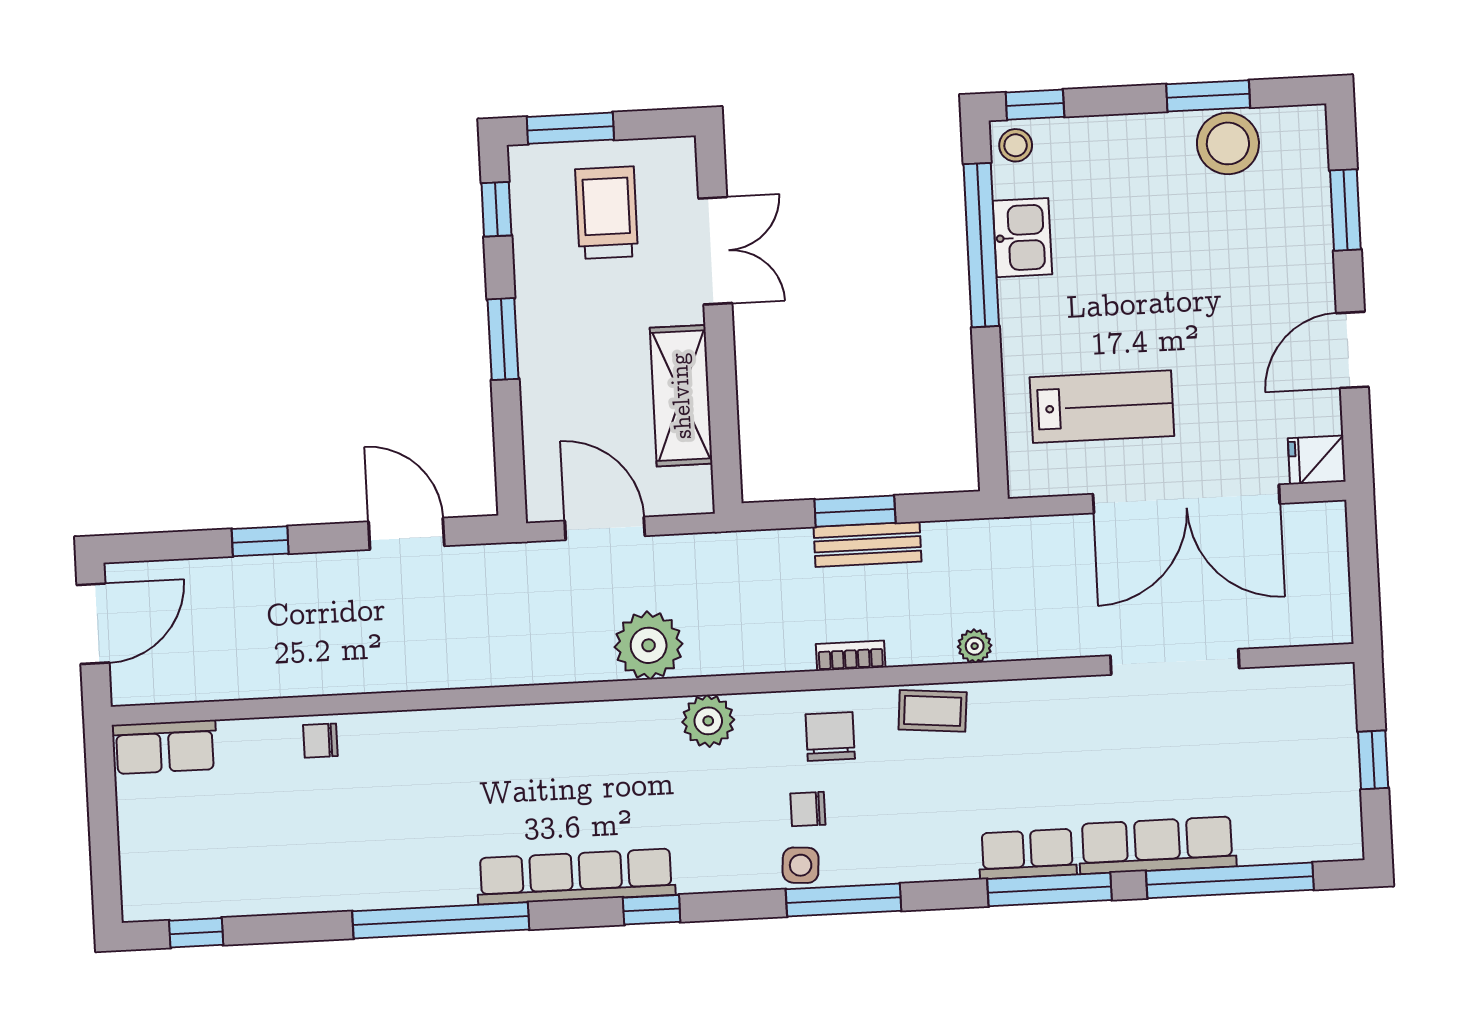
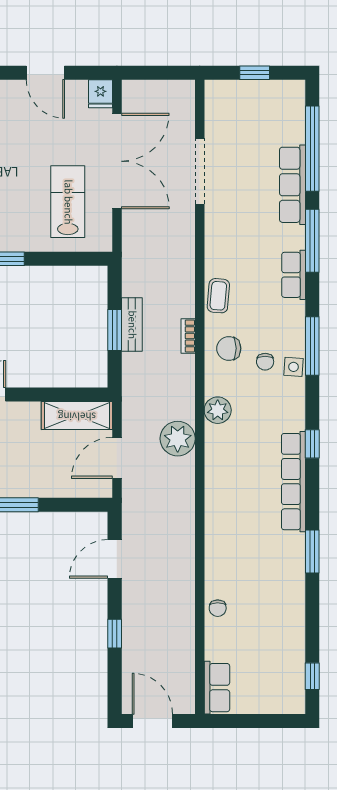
shelving: (681, 396) -> (77, 416), moved
plant: (975, 646) -> (186, 273), removed
row of seats: (1027, 854) -> (294, 275), moved
window: (441, 920) -> (312, 551), width x0.47

